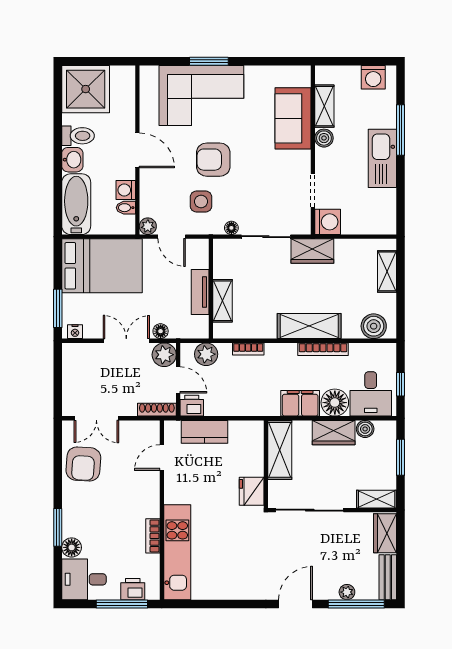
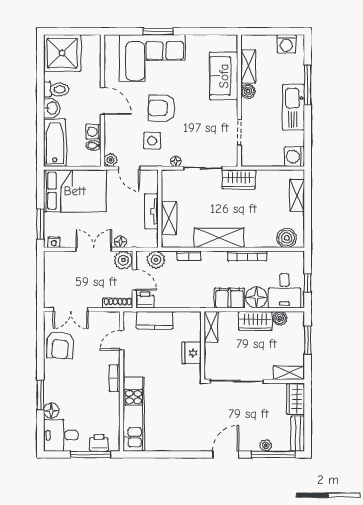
washing machine: (328, 222) -> (294, 157), moved, turned 180
shelving: (309, 326) -> (219, 238), moved
shelving: (280, 450) -> (211, 327), width x0.67, depth x0.75
fridge: (252, 491) -> (192, 353), moved
bookcase: (153, 536) -> (115, 378), moved

